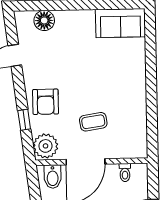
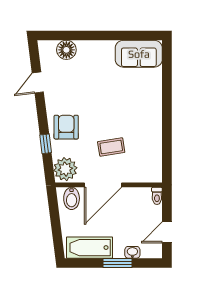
armchair: (46, 102) -> (66, 127), turned 180
toilet: (125, 173) -> (157, 196), moved

